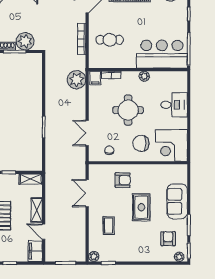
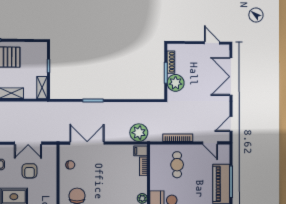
round table: (128, 110) -> (109, 183), removed
double door: (87, 133) -> (87, 143), width x1.37
armchair: (123, 180) -> (29, 171), moved
double door: (87, 193) -> (28, 143), swing flipped

